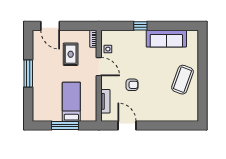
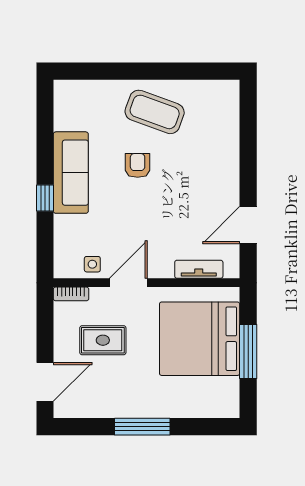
sofa: (166, 39) -> (71, 173), moved
armchair: (132, 85) -> (138, 165), moved
bed: (71, 102) -> (200, 339), width x2.04

